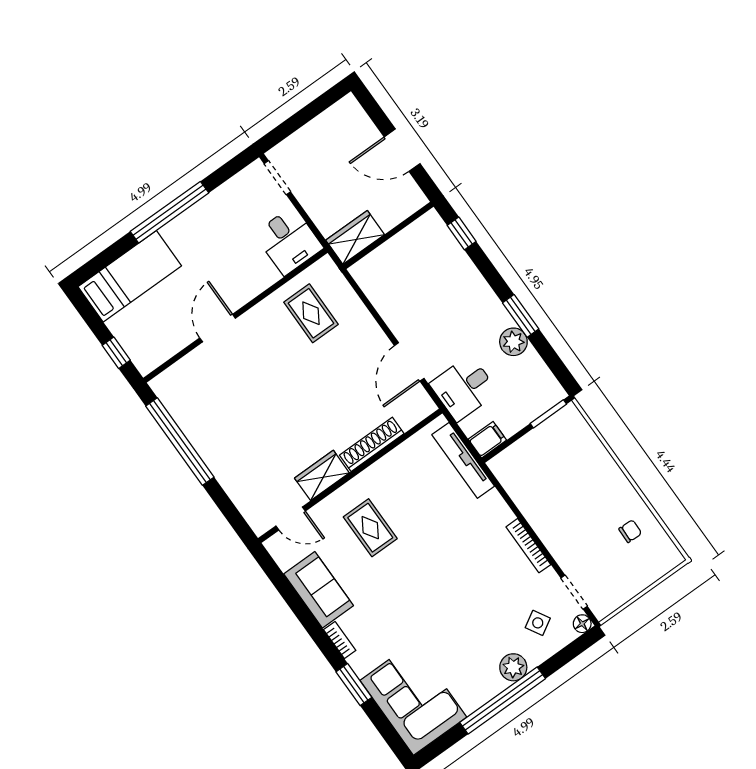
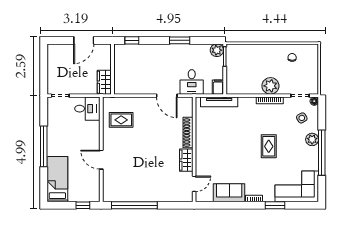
plant: (513, 342) -> (217, 50), moved
rug: (370, 528) -> (269, 146), moved, turned 90
plant: (554, 529) -> (270, 86), added

